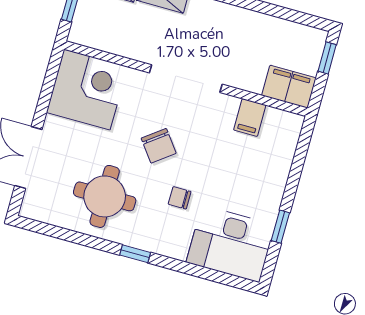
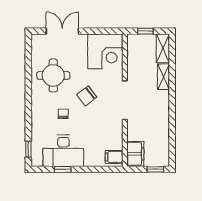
filing cabinet: (250, 117) -> (114, 157), moved
desk: (231, 244) -> (63, 151), moved, turned -90
window: (135, 254) -> (28, 149), moved

